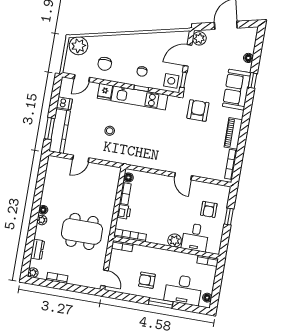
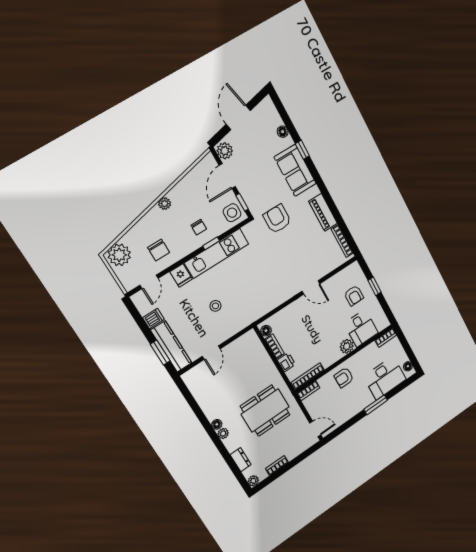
plant: (133, 39) -> (165, 204), added
armchair: (147, 280) -> (344, 378), moved

